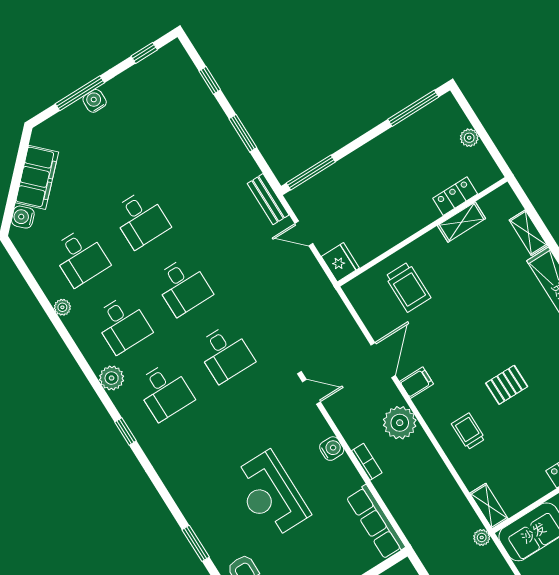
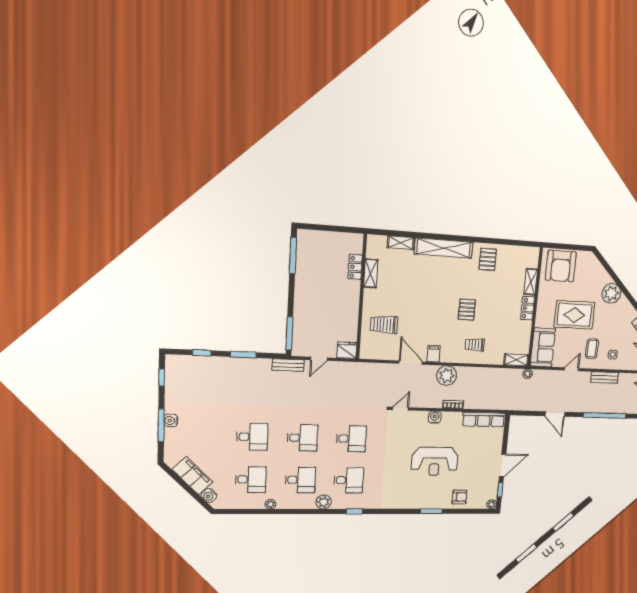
plant: (469, 138) -> (330, 237), removed
trolley: (408, 287) -> (384, 325), turned 180

